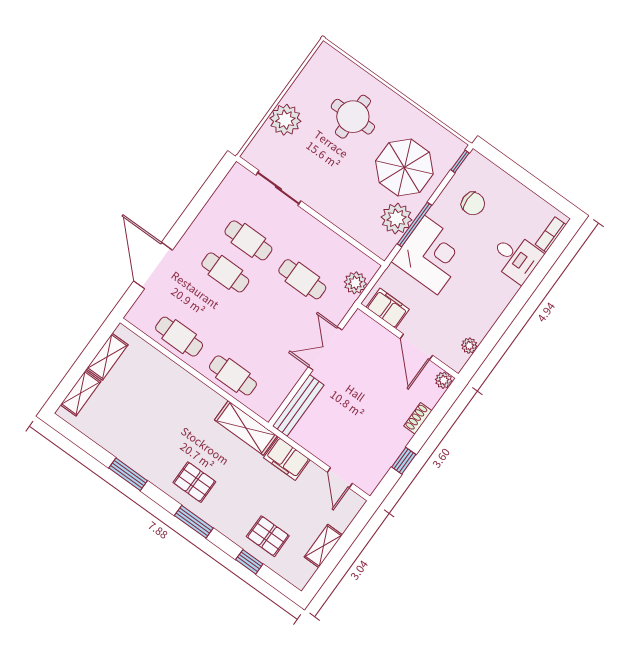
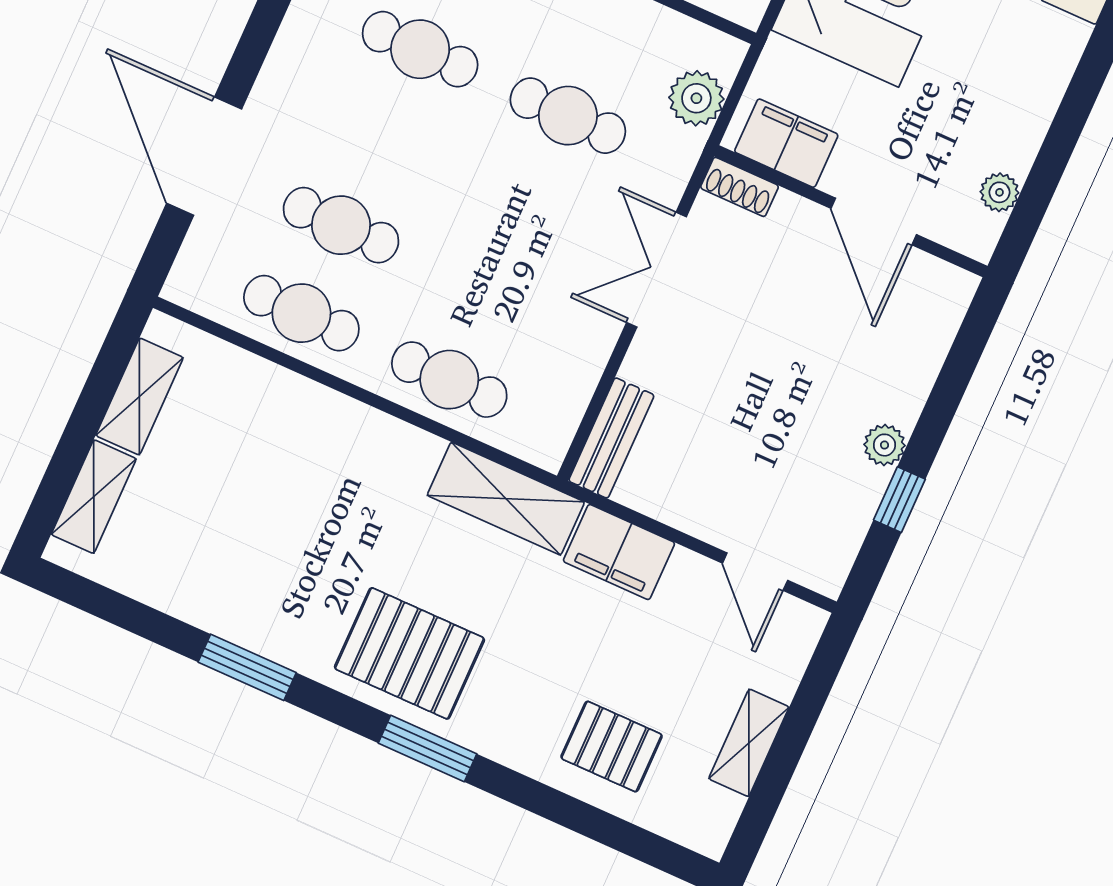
cafe table: (225, 272) -> (341, 225), moved
plant: (444, 380) -> (884, 445), moved
bench: (298, 405) -> (611, 438), width x0.73
shoe rack: (418, 418) -> (739, 187), moved, turned -90
pallet: (194, 482) -> (409, 653), width x1.50, depth x1.42
window: (249, 562) -> (580, 817), removed

